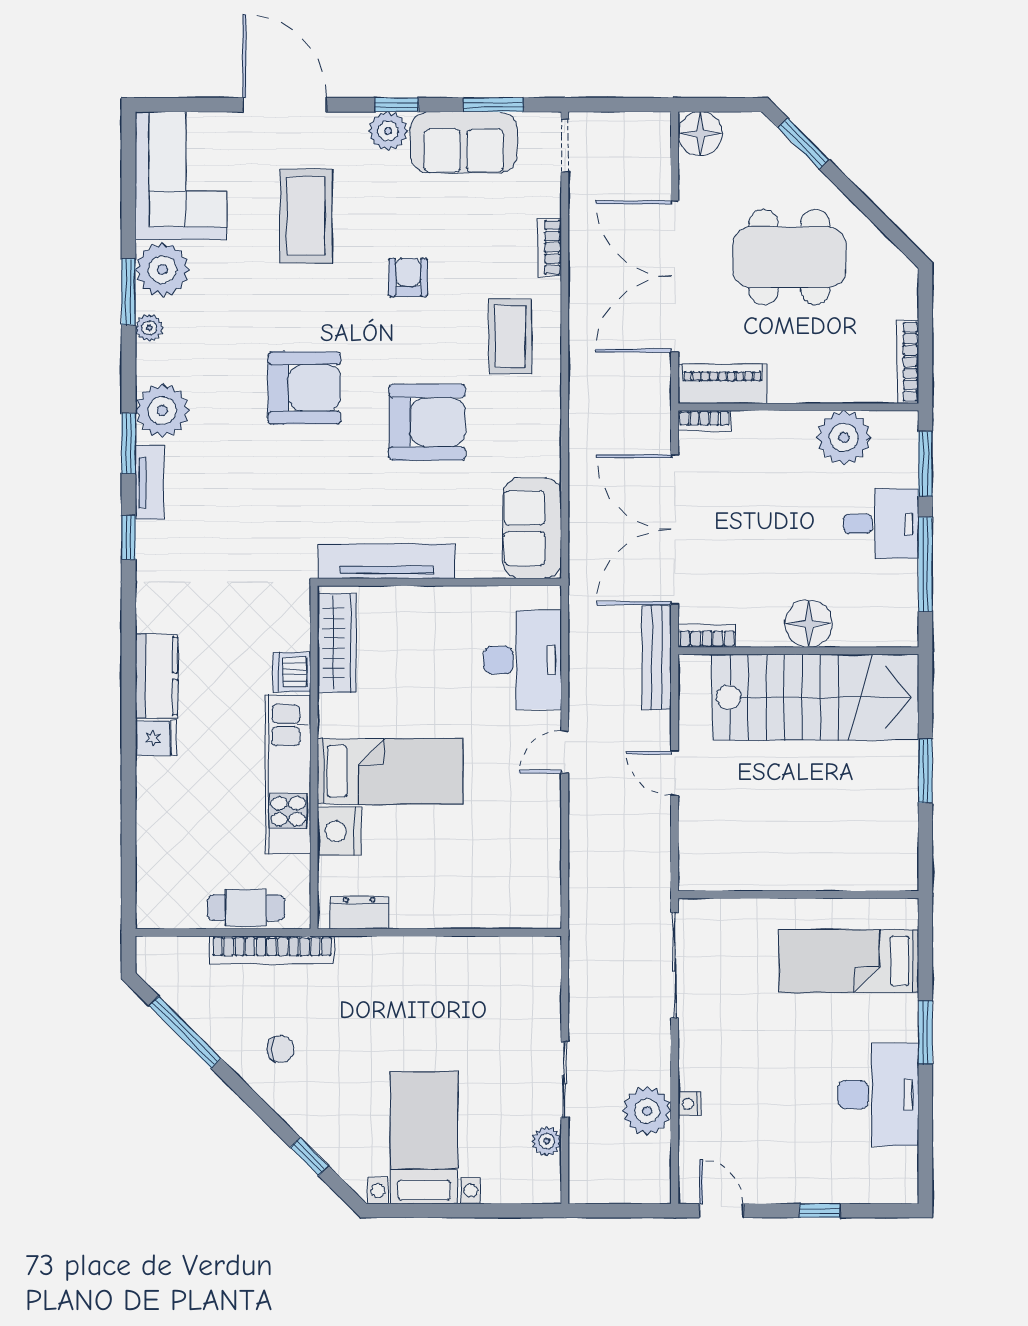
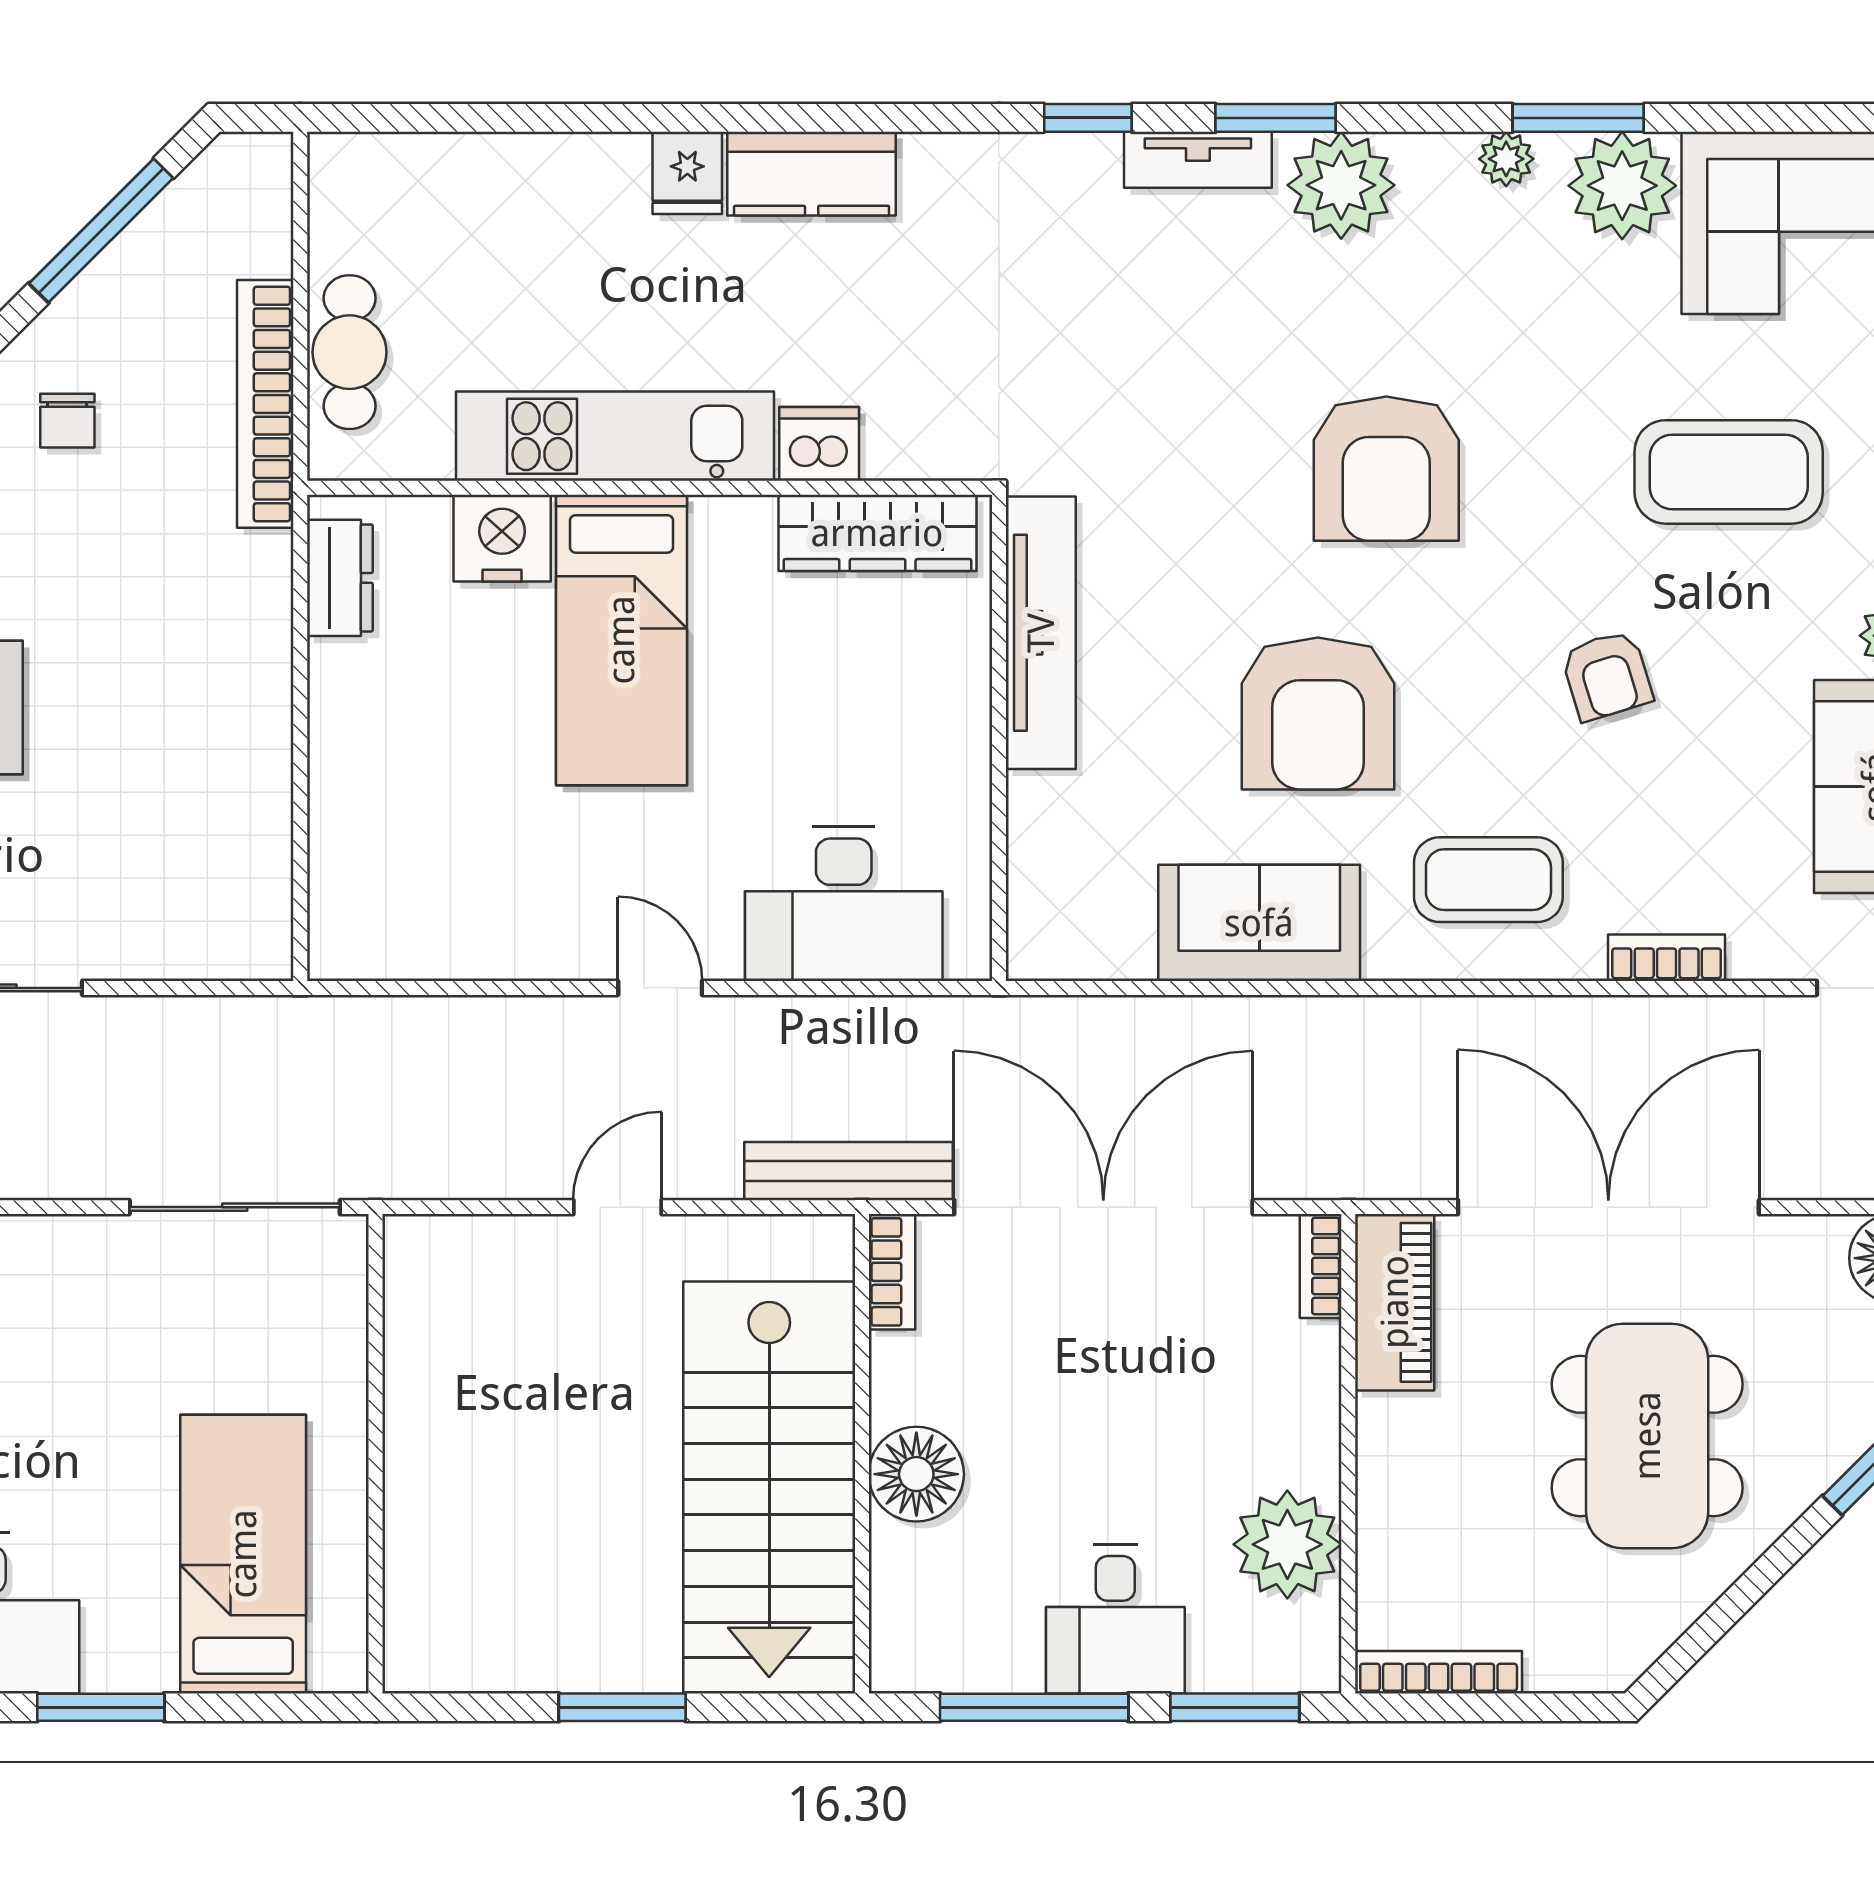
armchair: (408, 277) -> (1607, 675), turned 73
sofa: (532, 528) -> (1259, 923), moved

